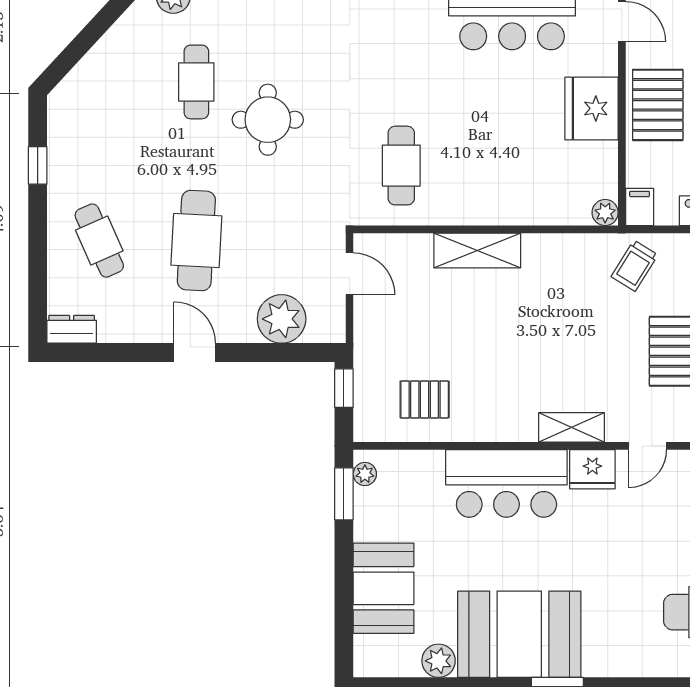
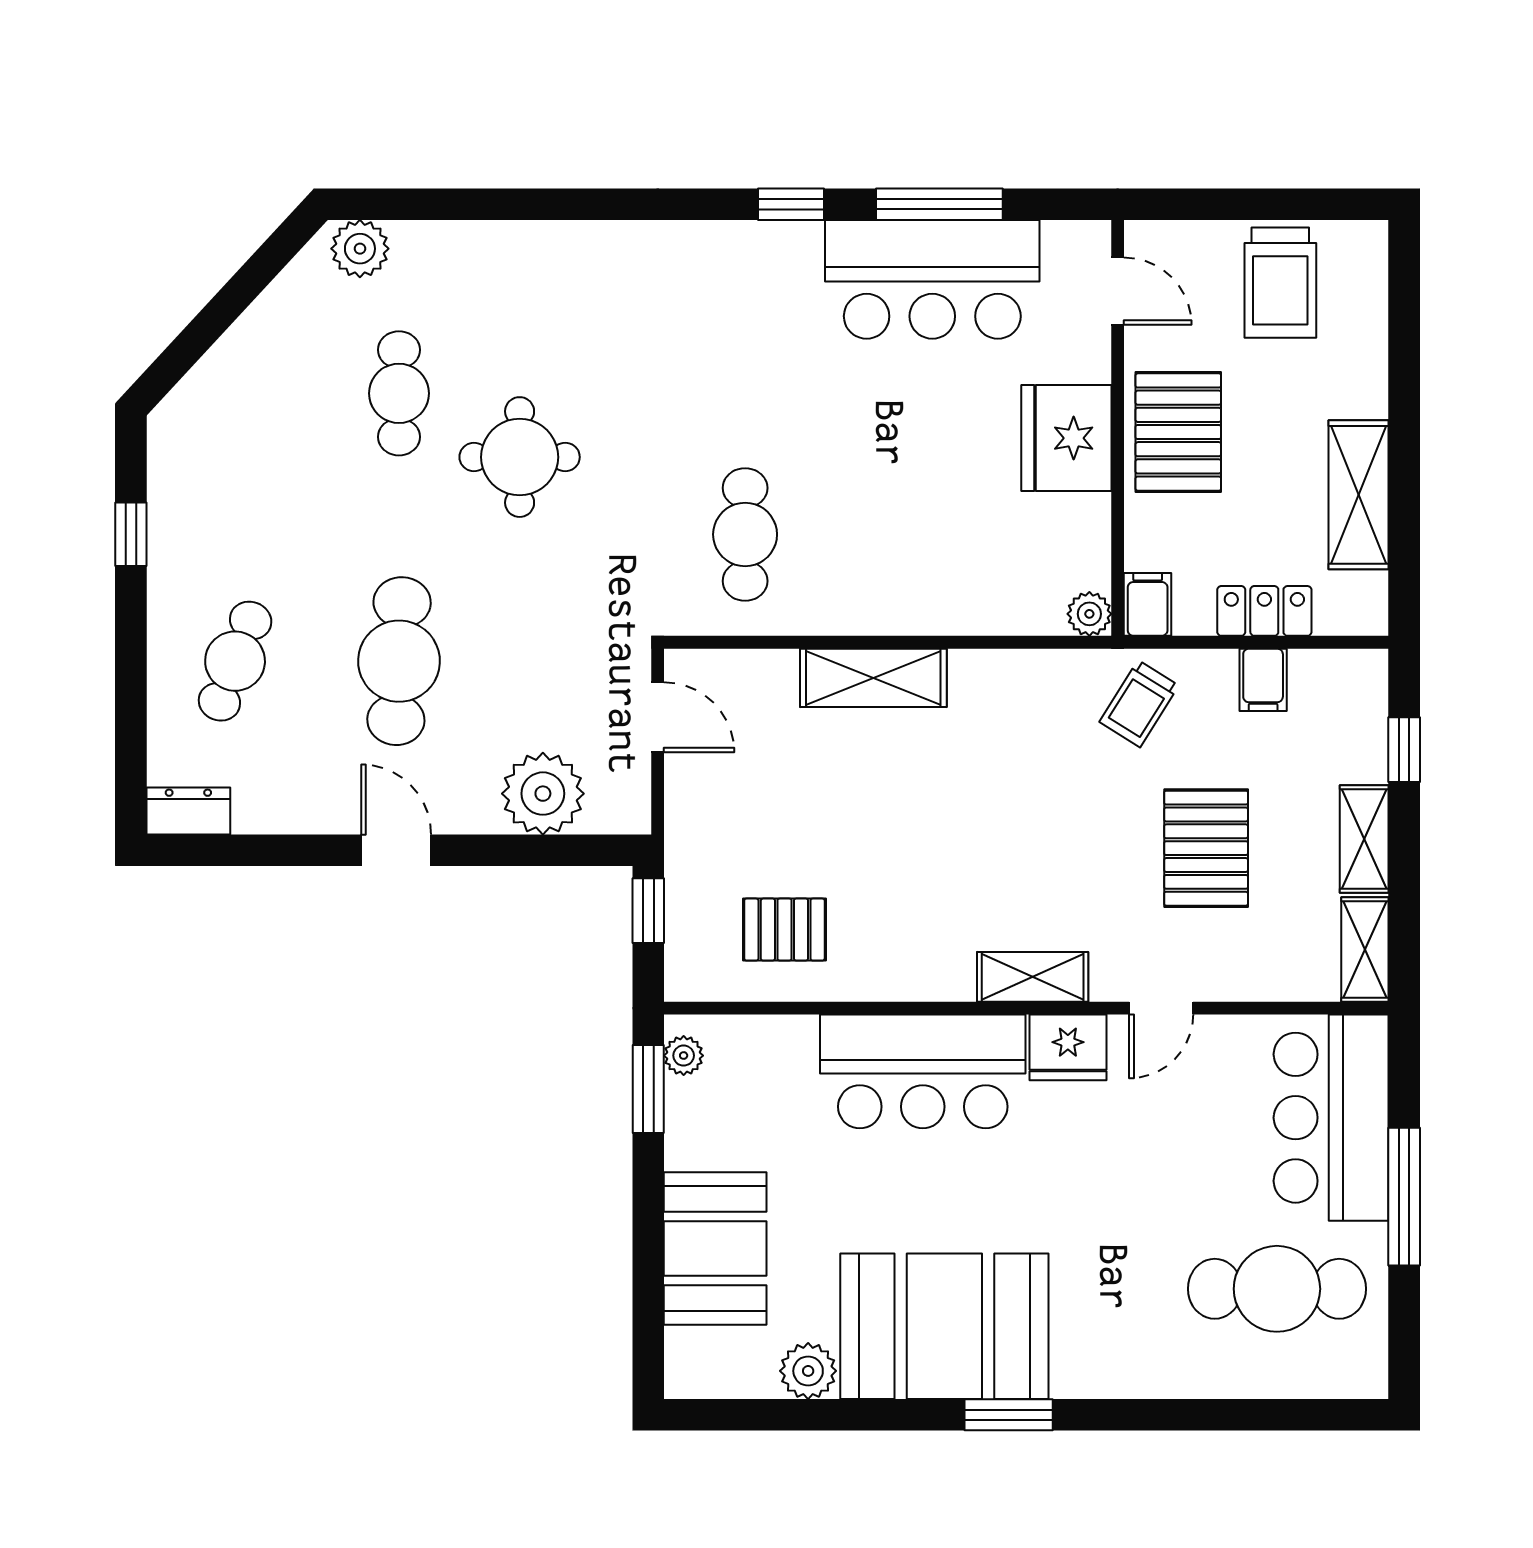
cafe table: (99, 241) -> (235, 661), turned 45

